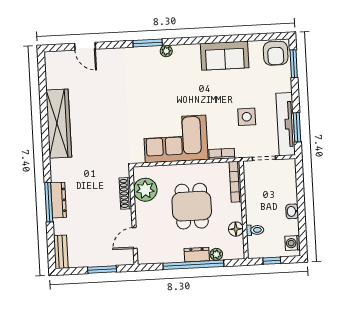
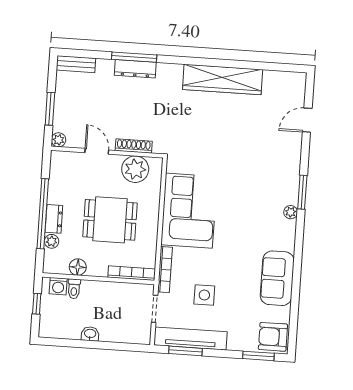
bookcase: (222, 154) -> (165, 270), width x1.56
door: (135, 238) -> (97, 151), moved
washing machine: (293, 243) -> (58, 286), moved, turned 180
plant: (128, 259) -> (59, 140), added

